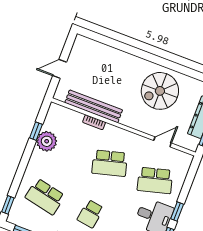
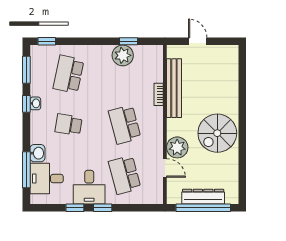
spiral stairs: (160, 91) -> (217, 133), moved, turned -90
plant: (148, 124) -> (177, 147), added

